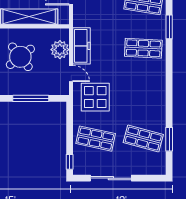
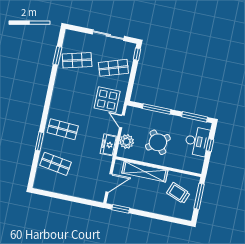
freezer: (82, 46) -> (109, 145), width x0.71
shop shelf: (96, 139) -> (113, 68), turned -30
shop shelf: (143, 139) -> (77, 60), turned -30

